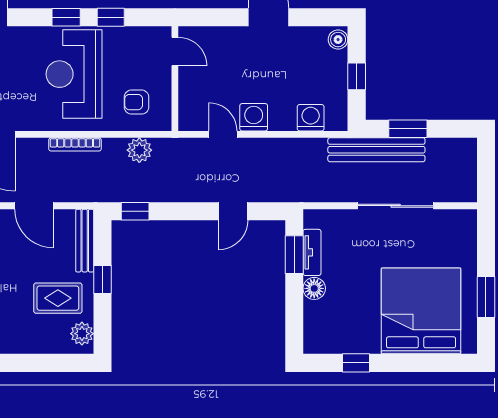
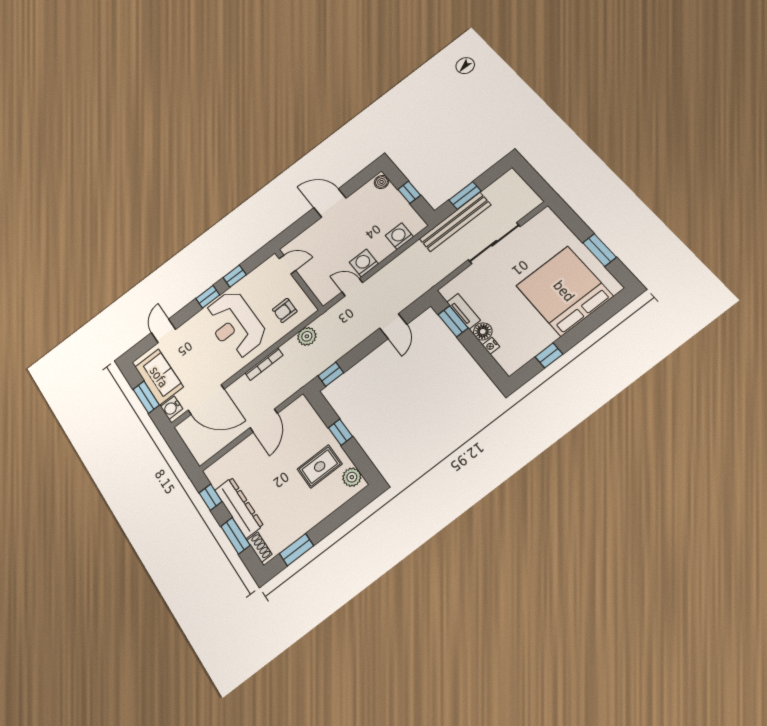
door: (34, 206) -> (264, 421), hinge flipped
bench: (85, 241) -> (311, 417), removed
nightstand: (311, 309) -> (491, 346), added

